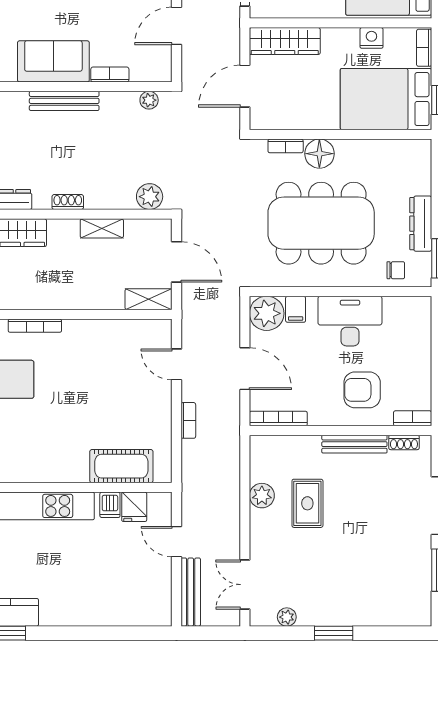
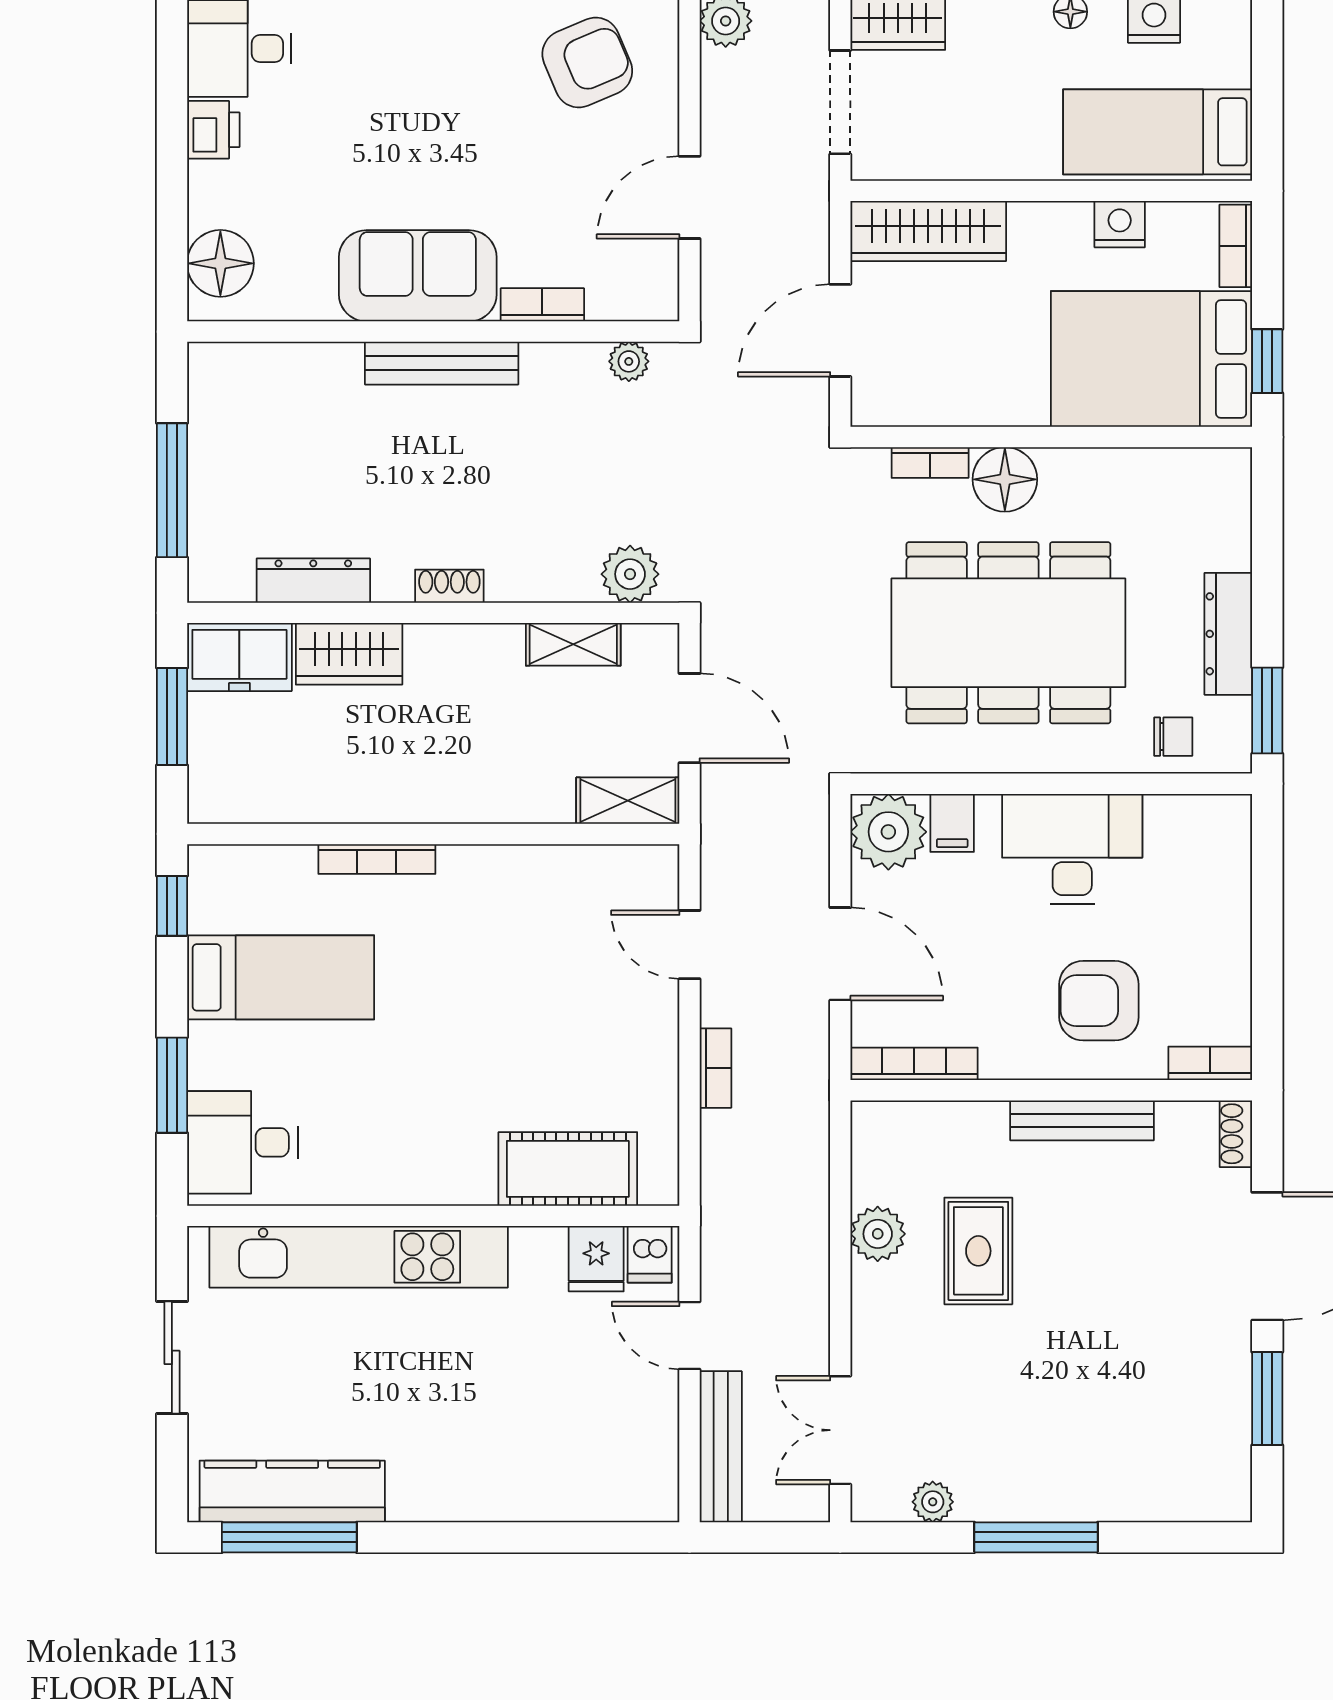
shelving: (102, 228) -> (573, 644), moved
shoe rack: (404, 442) -> (1236, 1134), moved, turned 90
dishwasher: (110, 505) -> (650, 1254), moved
window: (334, 633) -> (1036, 1537), width x1.44

